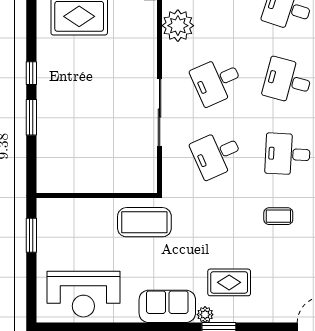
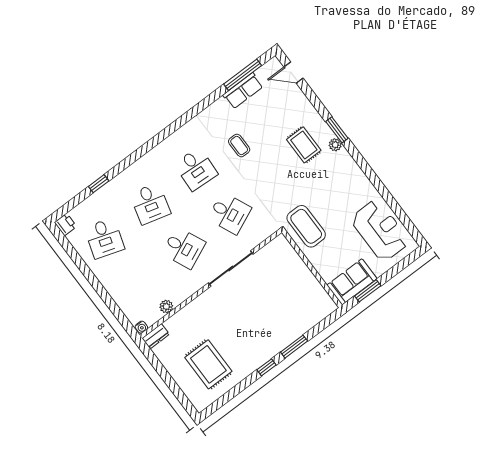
plant: (178, 26) -> (166, 307), width x0.53, depth x0.53
sofa: (167, 306) -> (352, 282), moved, turned 90

